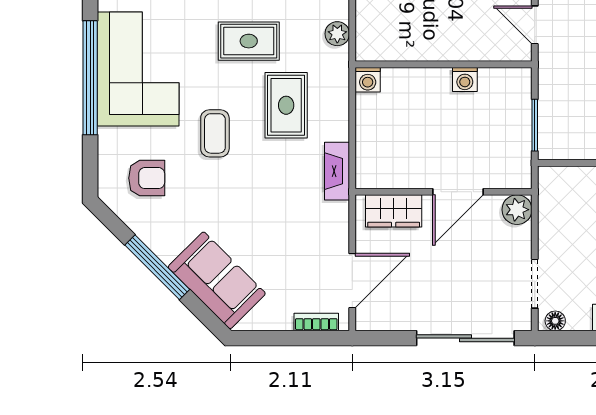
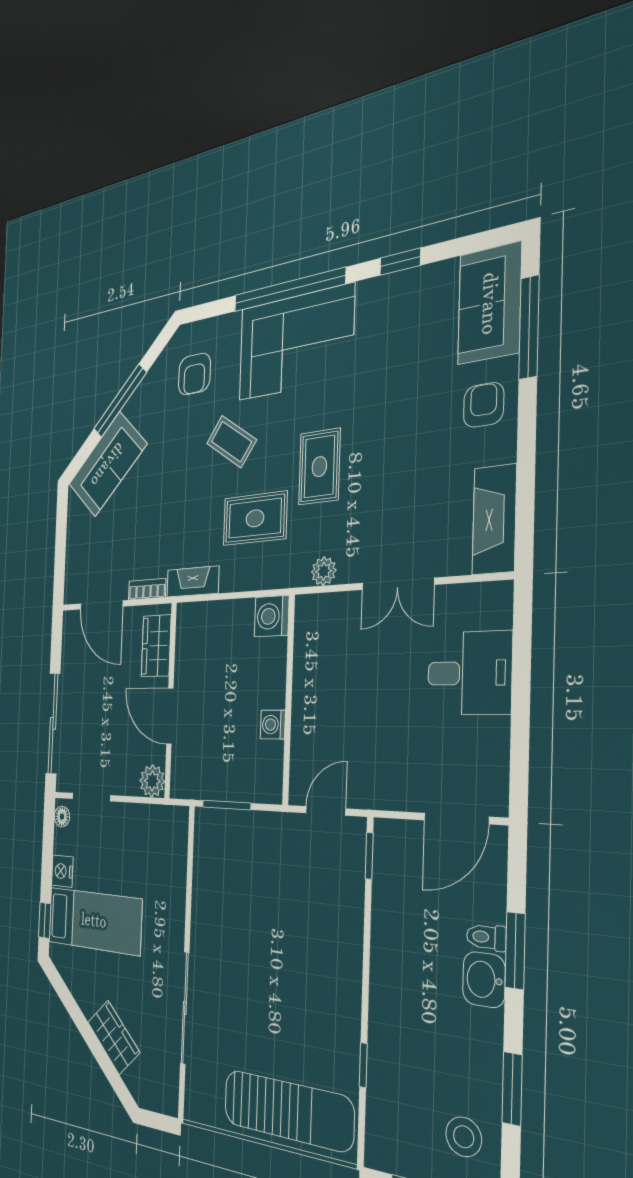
washing machine: (368, 80) -> (272, 616), width x1.38, depth x1.38
coffee table: (215, 133) -> (231, 442), turned 35
bookcase: (316, 322) -> (147, 589), moved, turned -90

